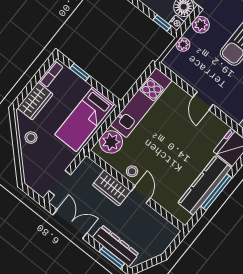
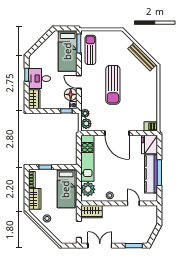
plant: (201, 25) -> (86, 124), moved
door: (203, 101) -> (117, 133), width x1.87
wardrobe: (112, 188) -> (92, 212), moved
door: (141, 195) -> (133, 203), moved
dresser: (116, 246) -> (131, 238), removed

